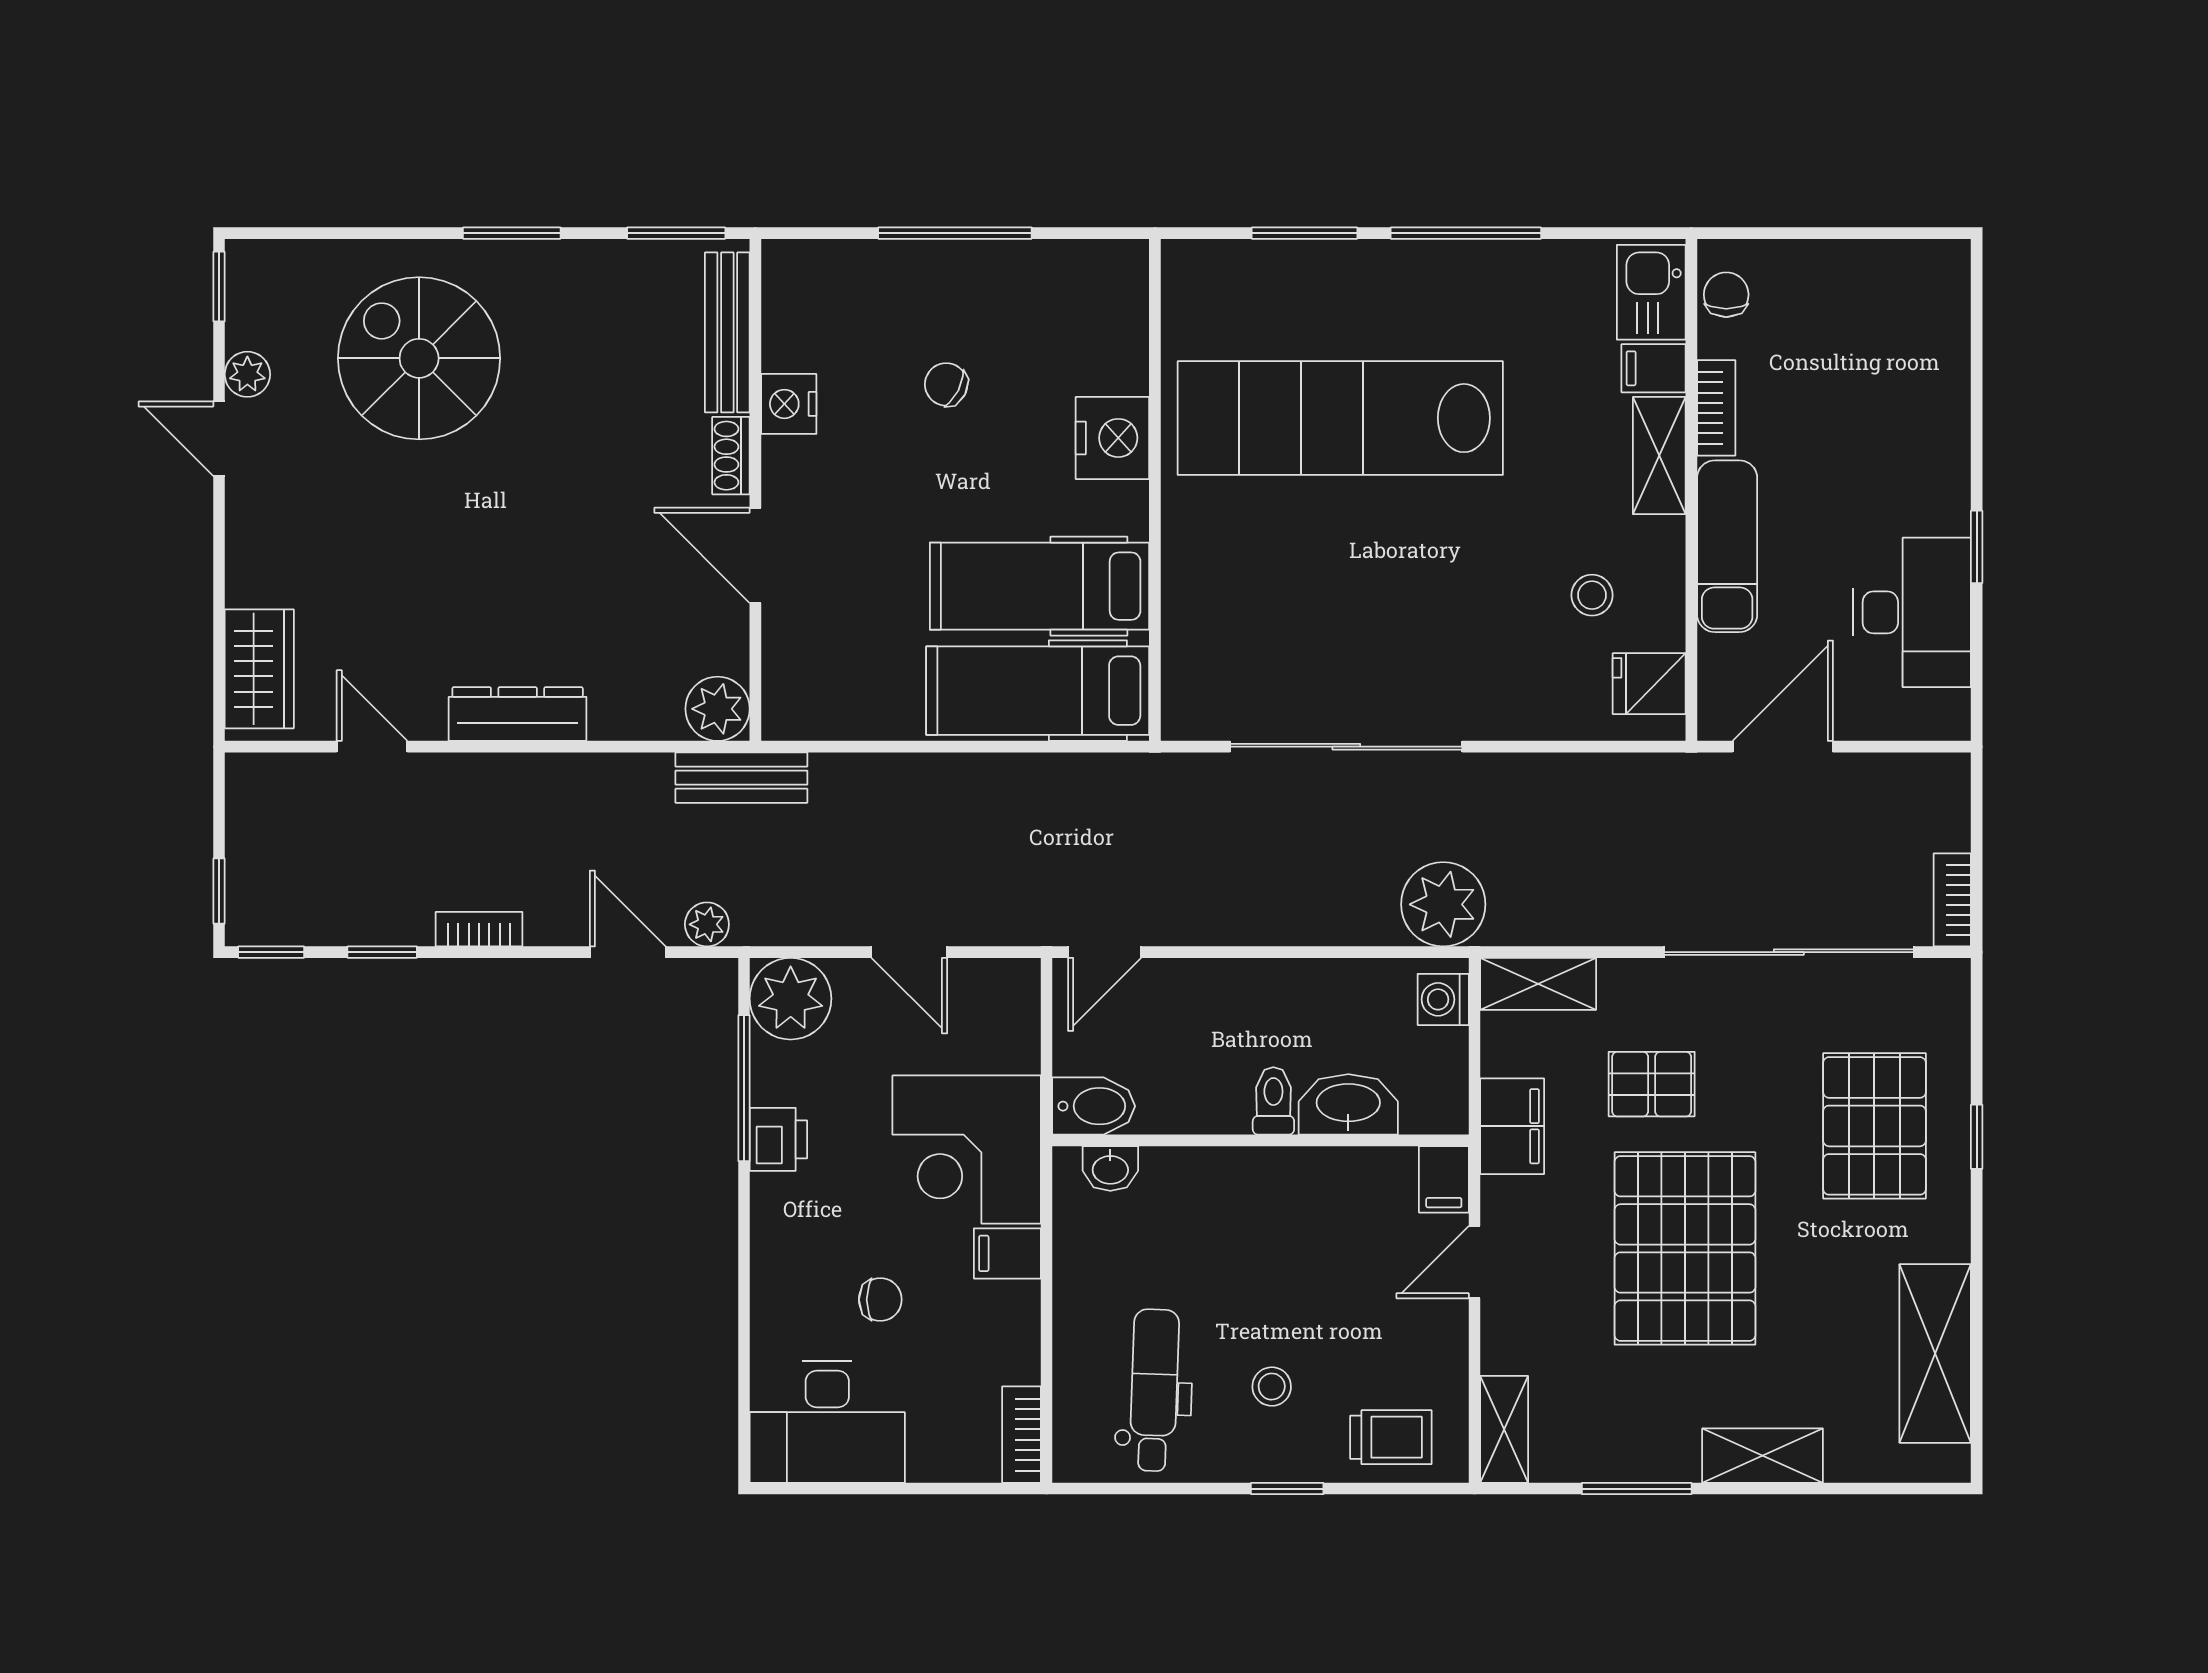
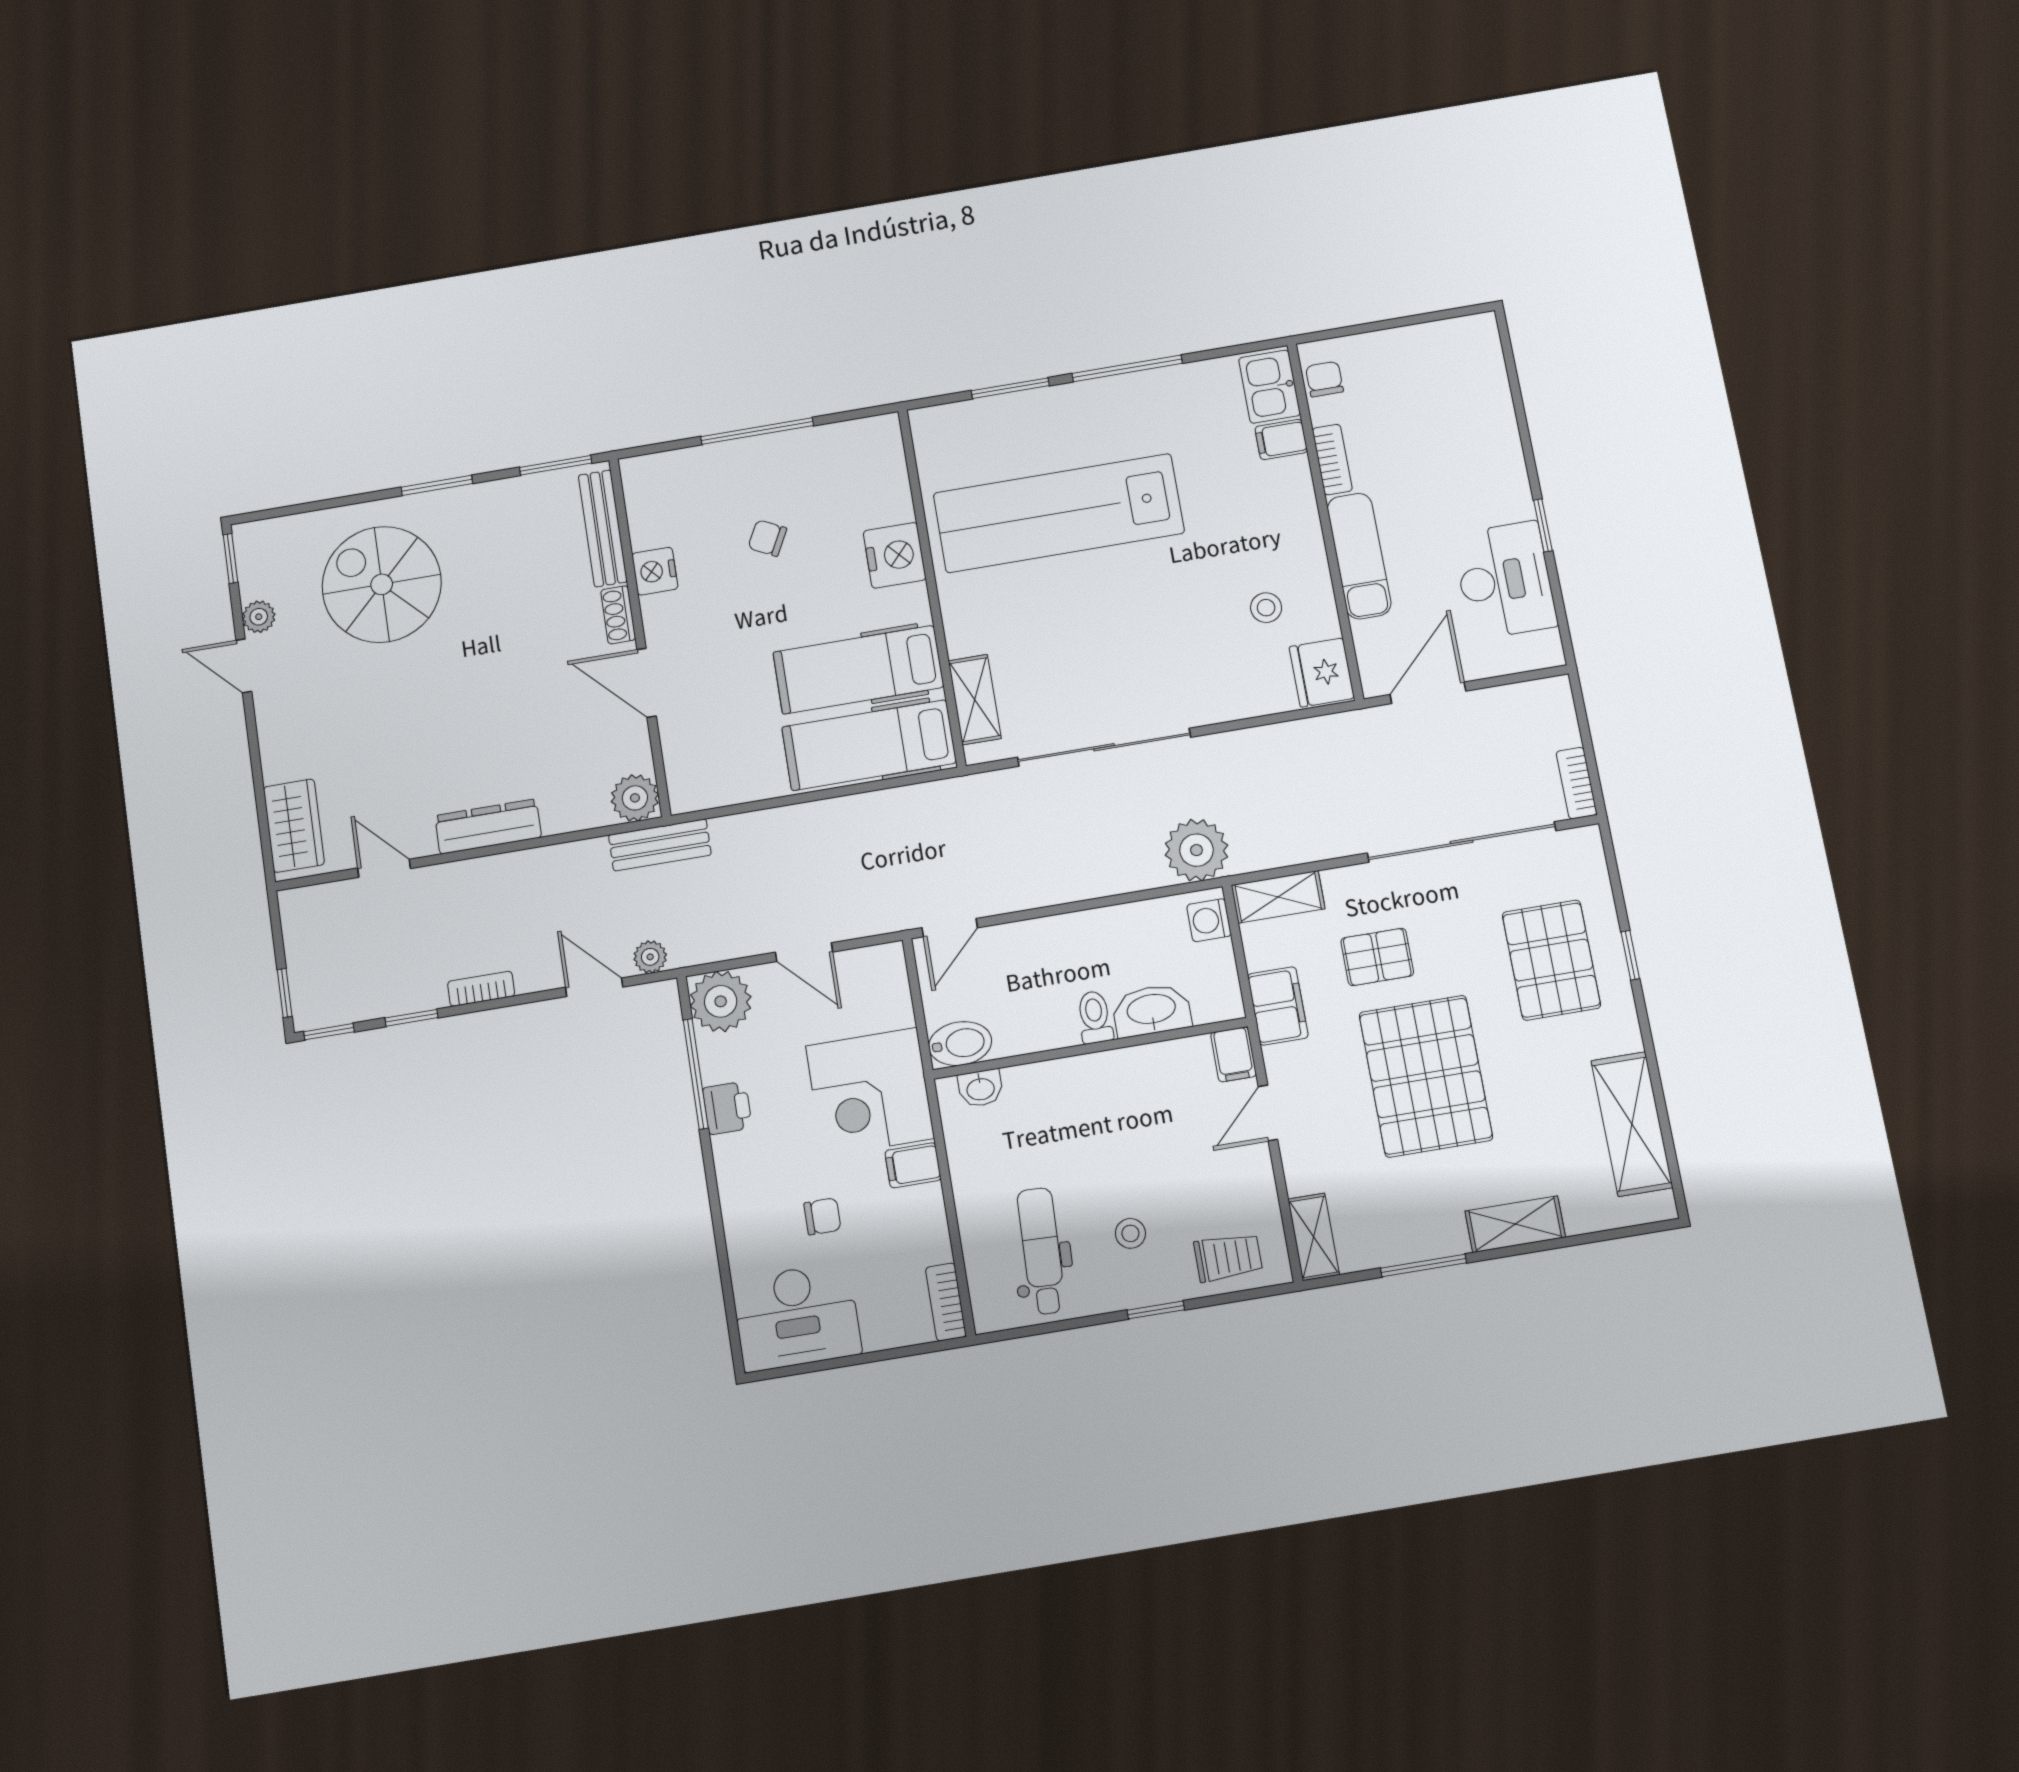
shelving: (1659, 456) -> (975, 700), moved
fridge: (1649, 684) -> (1322, 672), width x1.38

